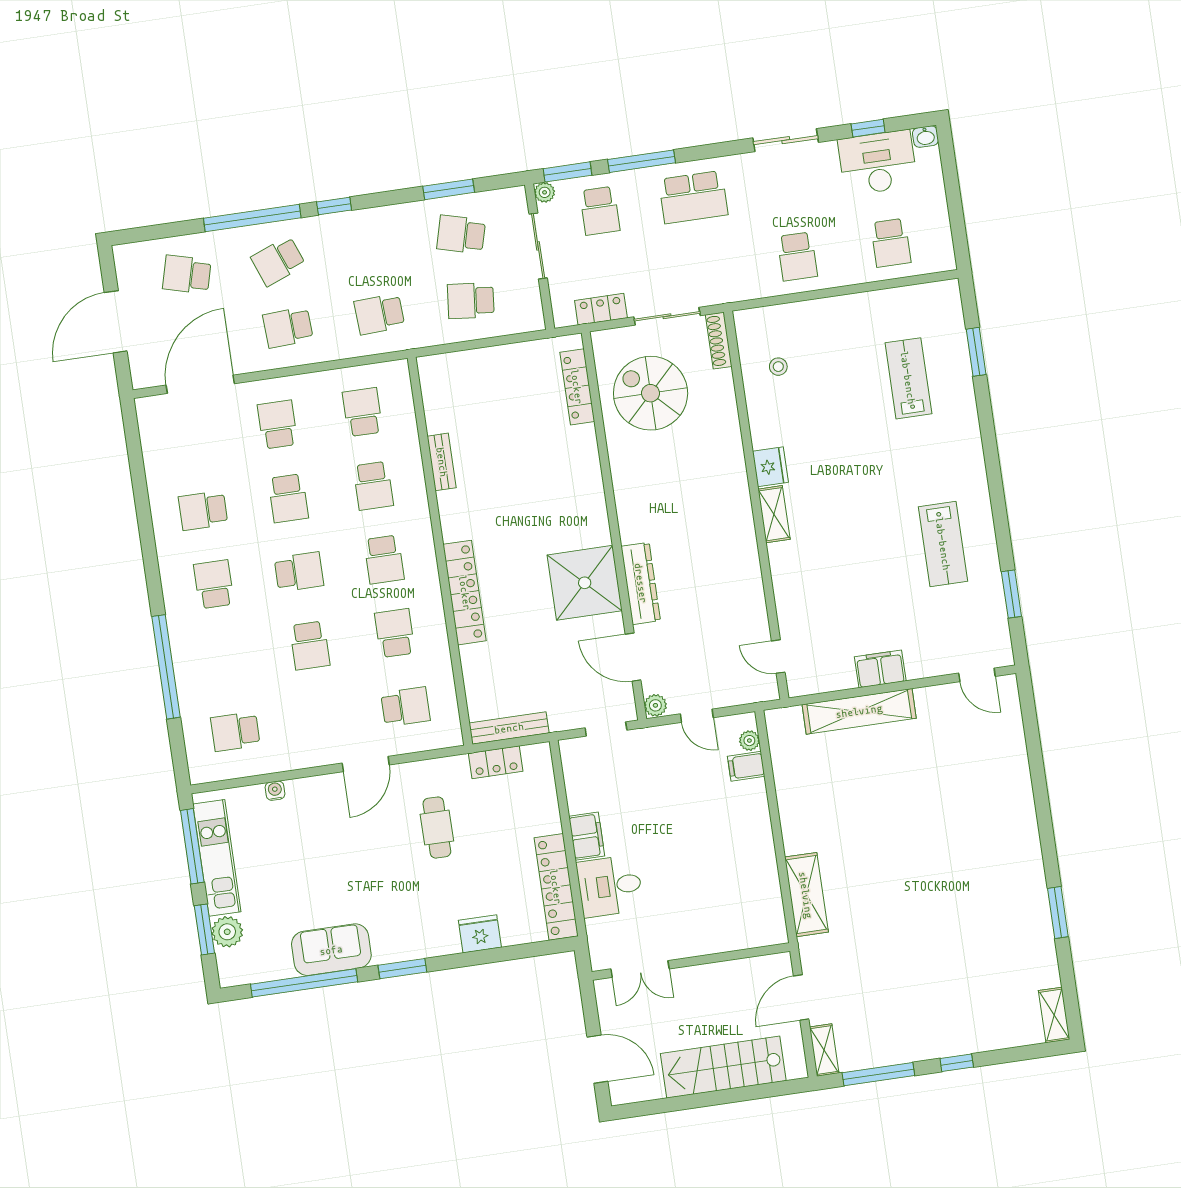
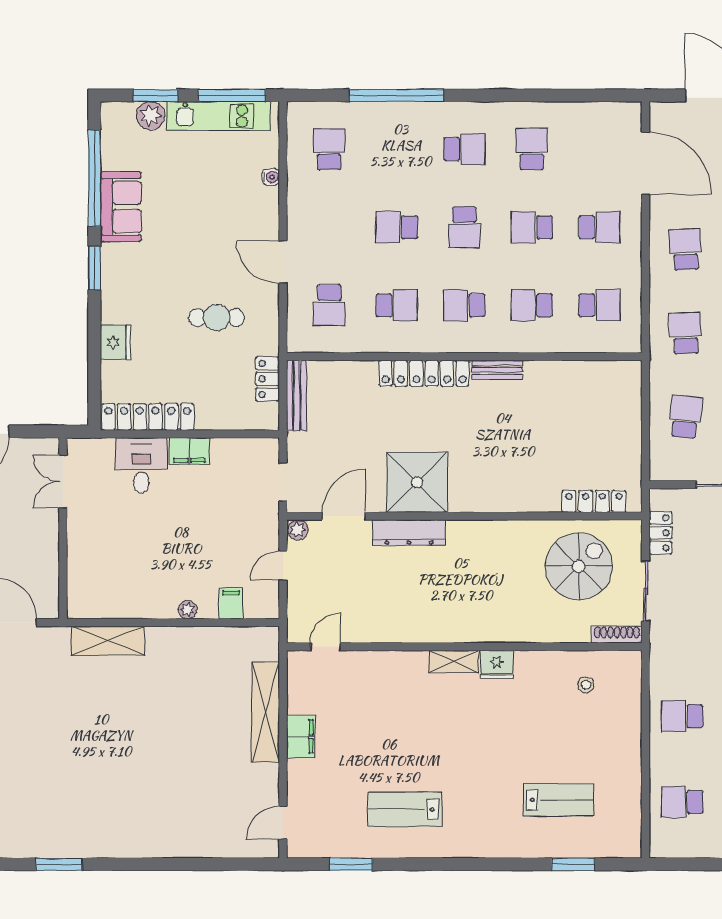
bench: (442, 462) -> (497, 370), moved
plant: (749, 741) -> (188, 610), moved

